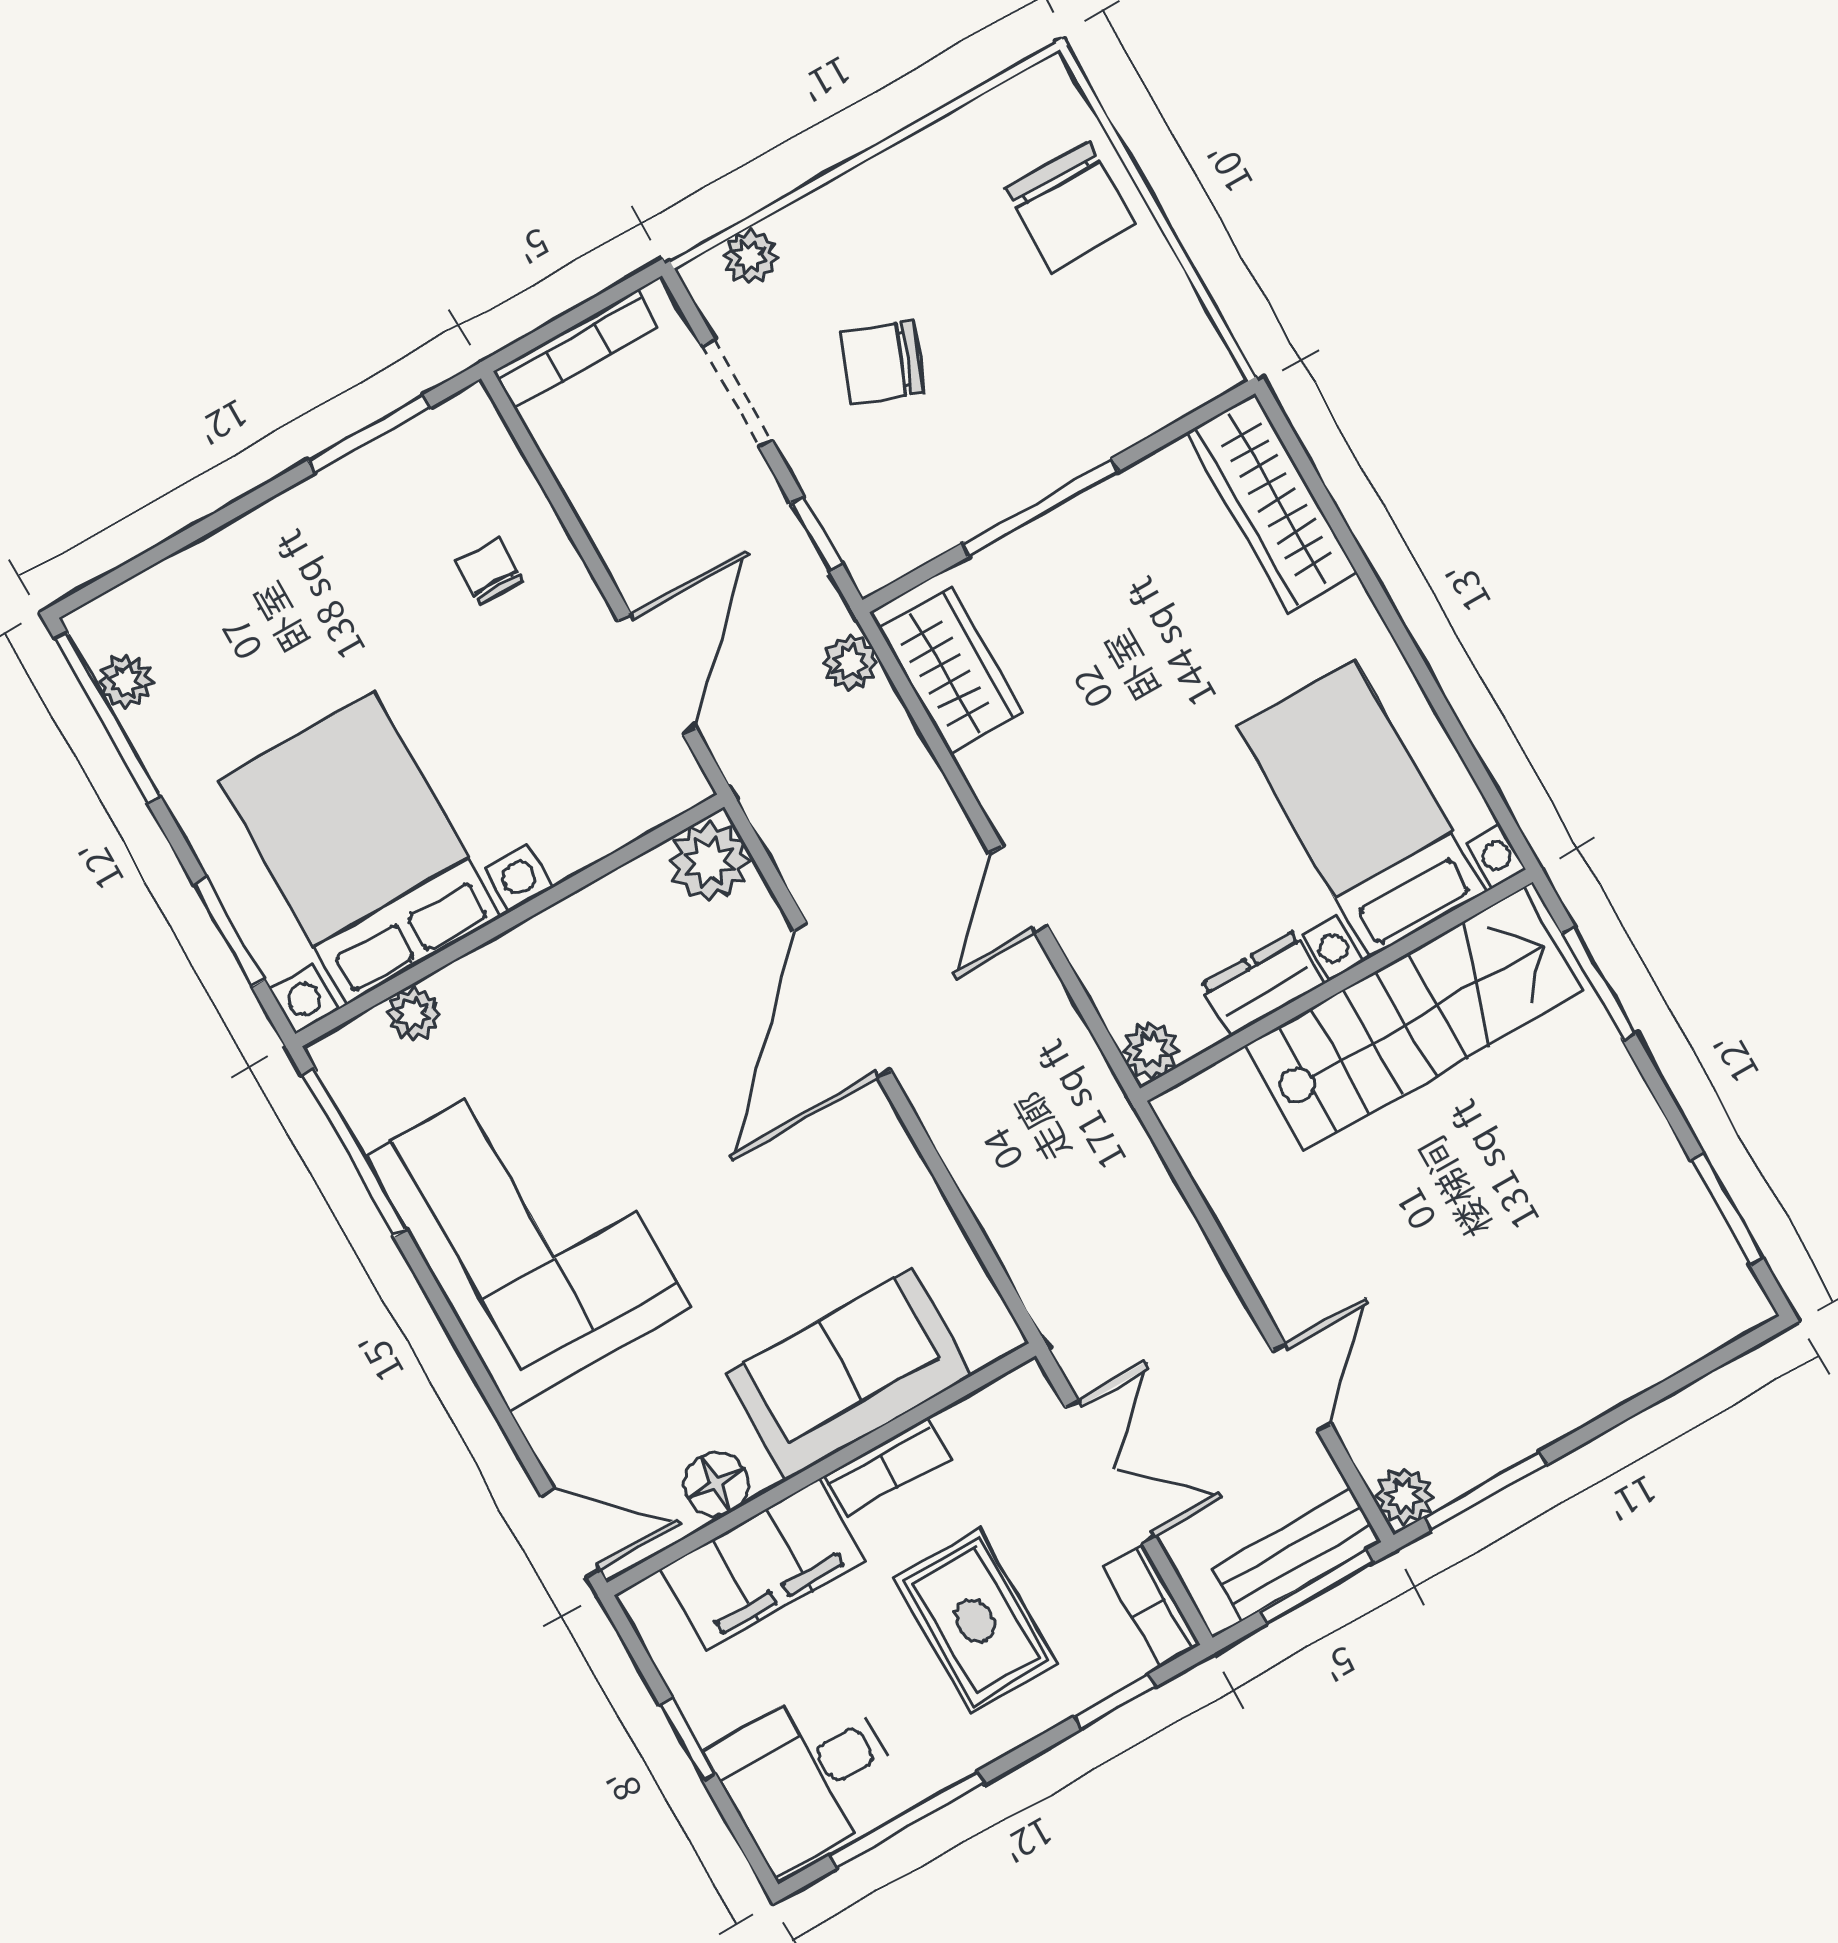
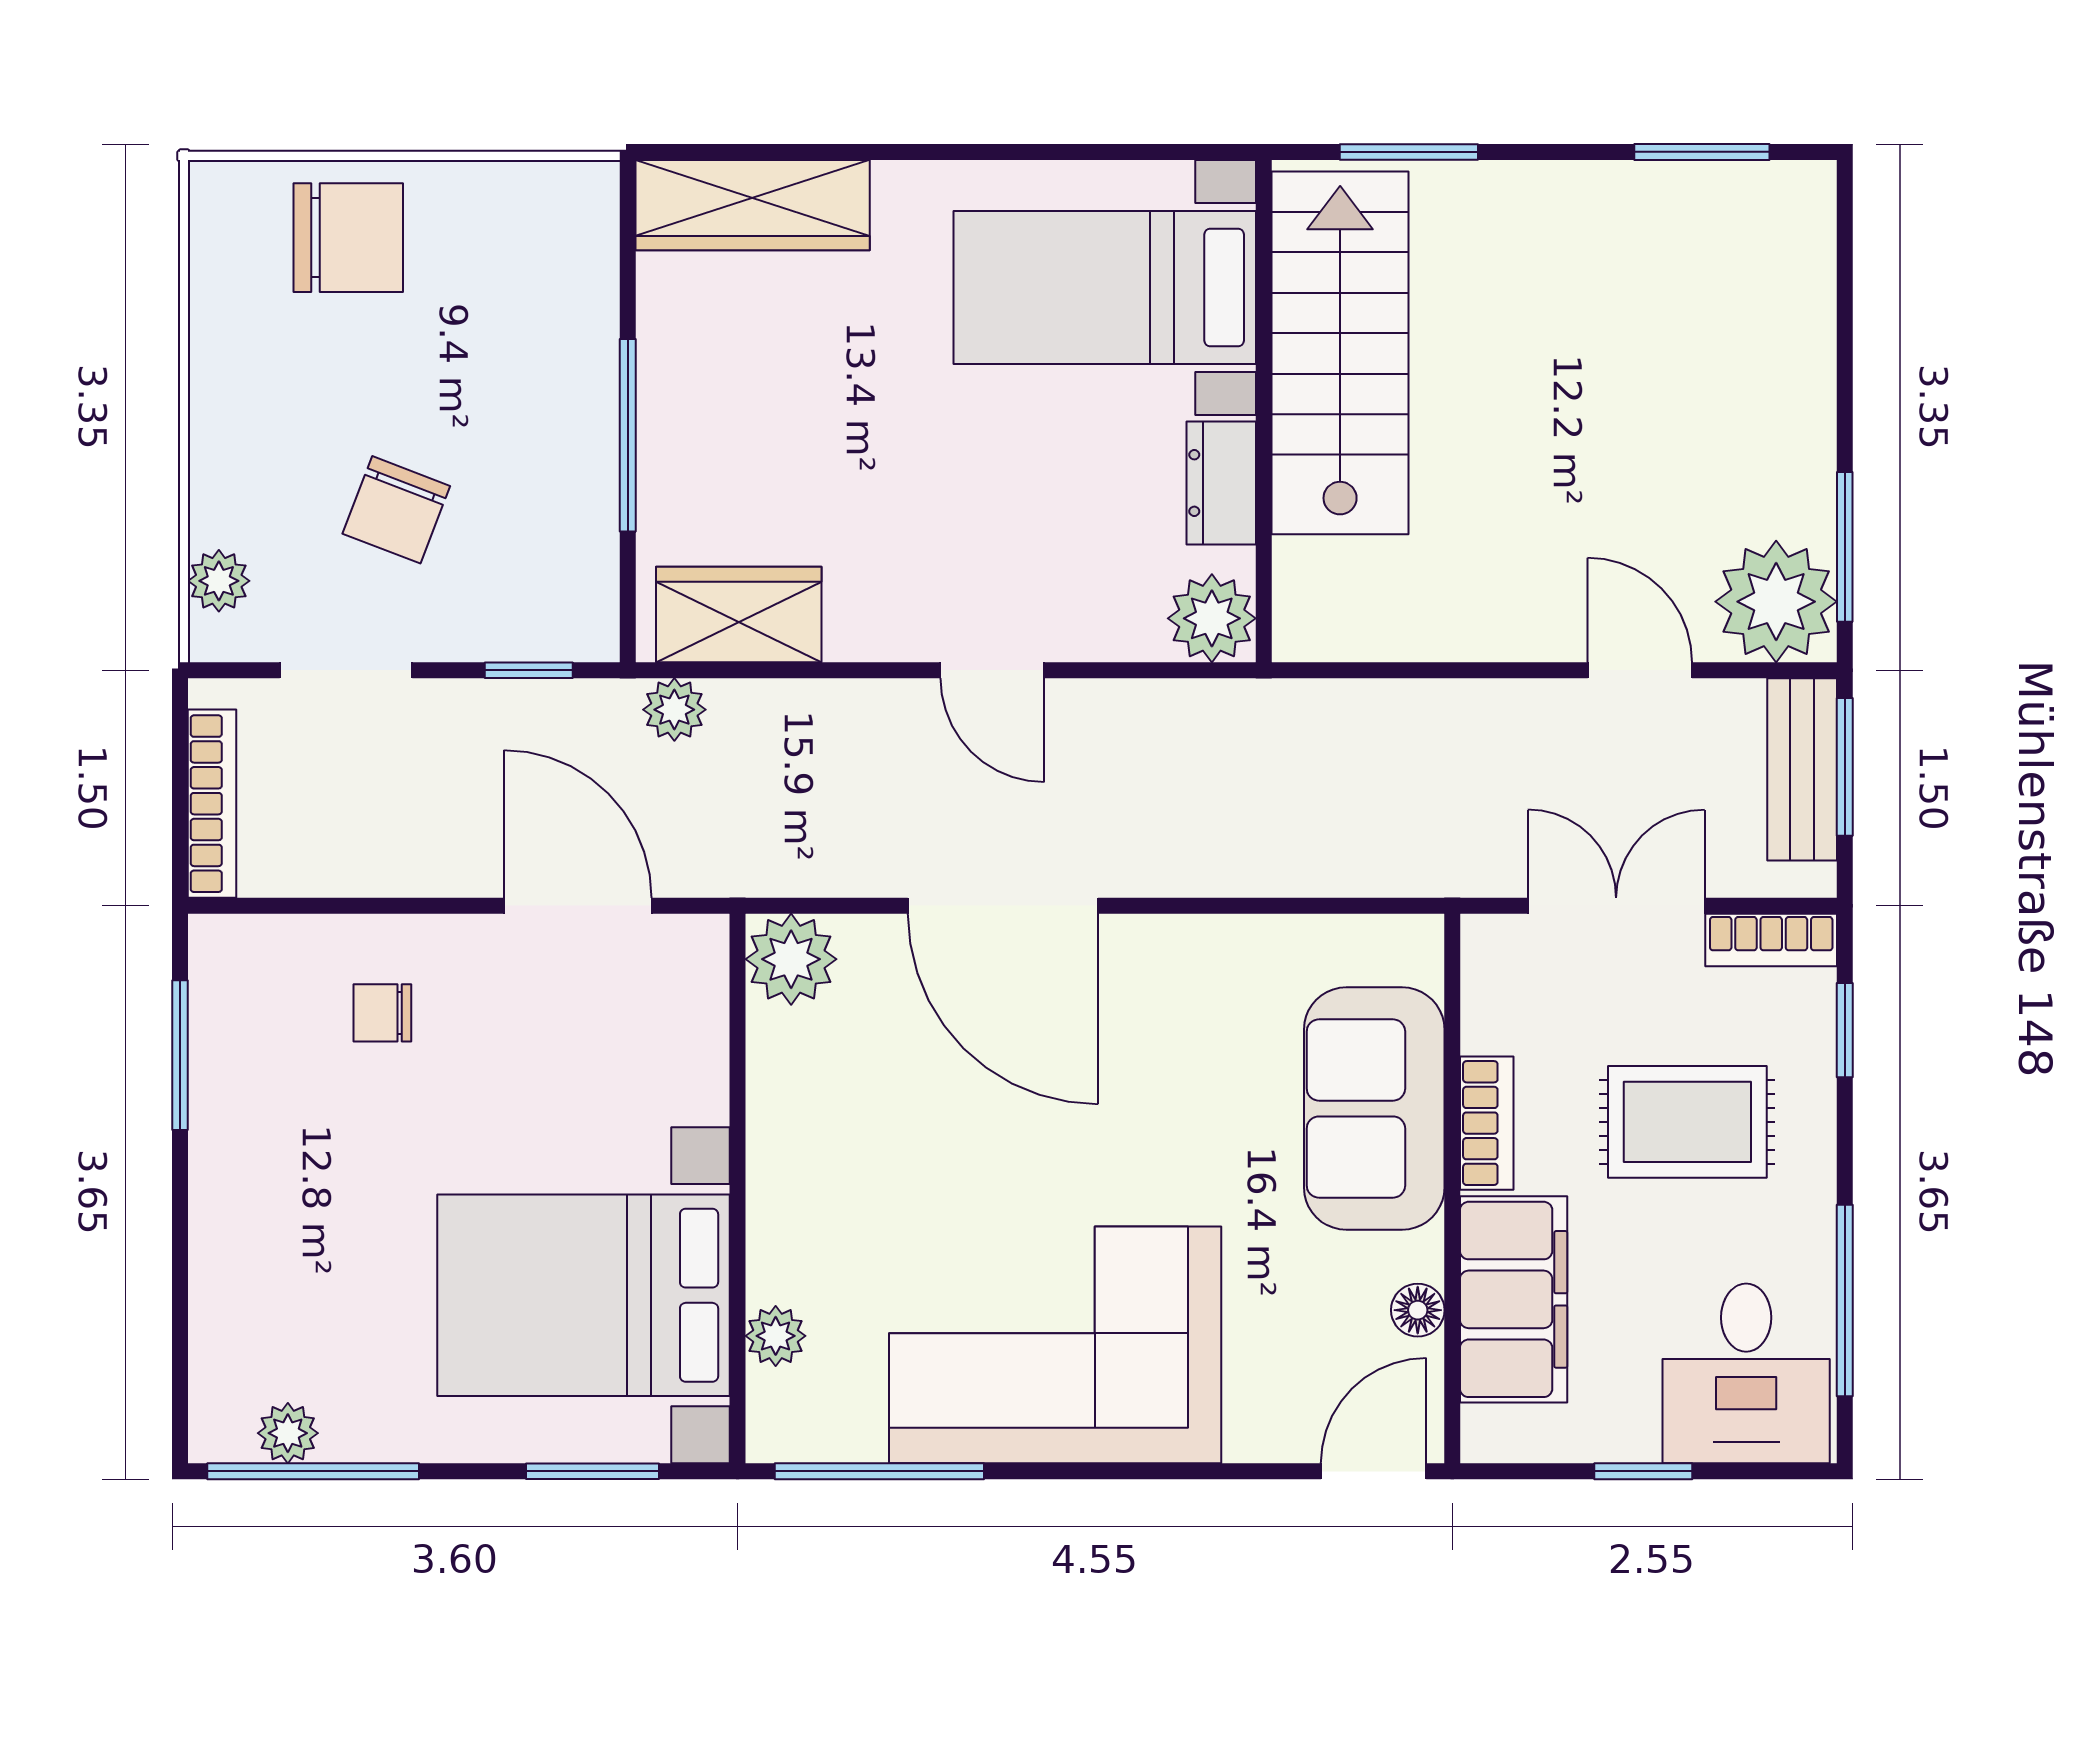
plant: (1151, 1050) -> (1212, 618), width x1.38, depth x1.38
floor lamp: (716, 1484) -> (1418, 1310), width x0.73, depth x0.73
plant: (1404, 1496) -> (1776, 602), width x1.87, depth x1.87

